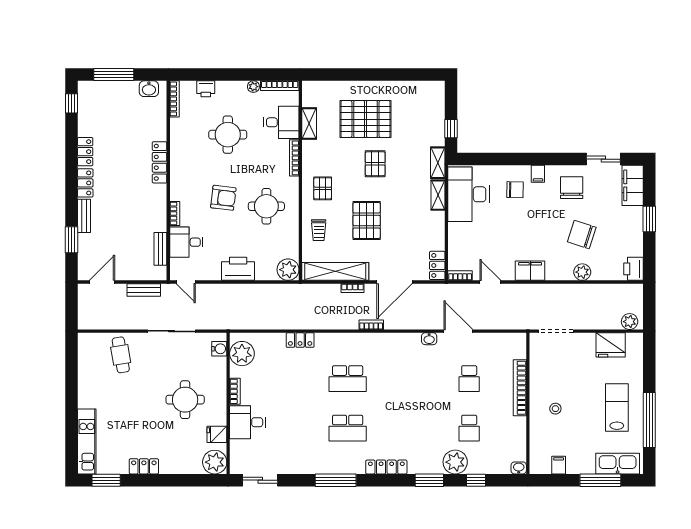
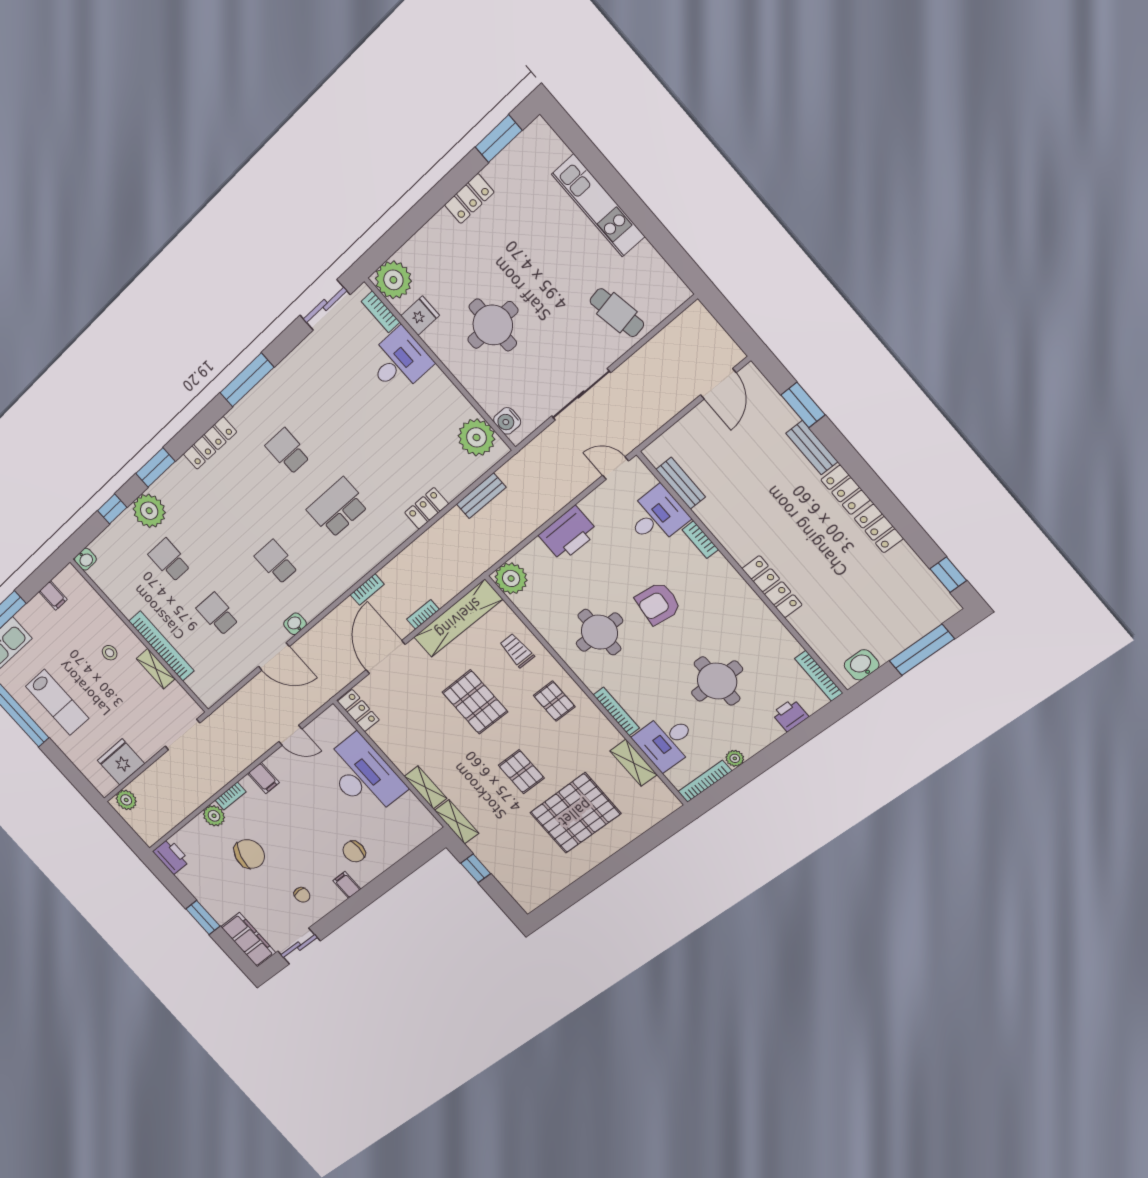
chair: (572, 188) -> (302, 895), width x0.54, depth x0.54
desk: (468, 194) -> (363, 776), moved
filing cabinet: (530, 271) -> (263, 778), width x0.50
bookcase: (460, 276) -> (231, 796), moved
bench: (144, 290) -> (481, 496), moved
school desk: (408, 379) -> (276, 562), added
shelving: (536, 379) -> (156, 669), added
bookcase: (235, 391) -> (381, 312), moved
school desk: (348, 428) -> (288, 451), width x0.54
kitchen unit: (87, 441) -> (598, 205), moved

